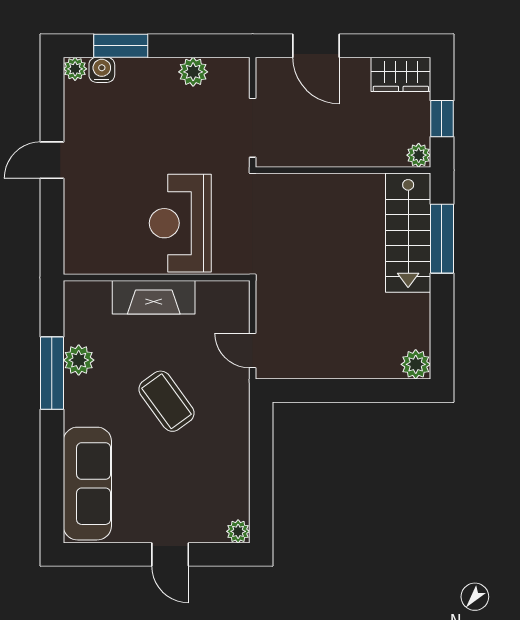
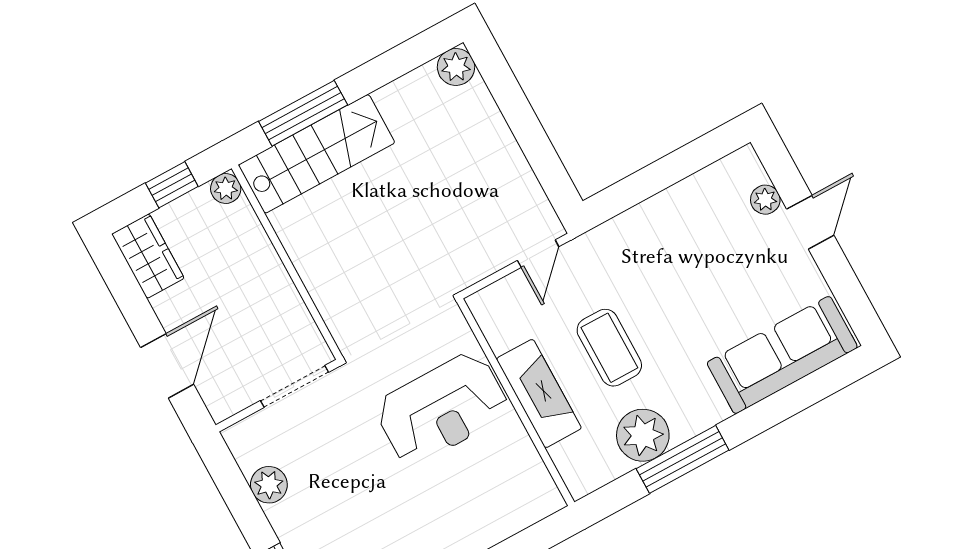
plant: (79, 360) -> (643, 435), width x1.36, depth x1.36
coffee table: (167, 401) -> (609, 348), moved, turned -54
plant: (238, 531) -> (765, 200), moved

